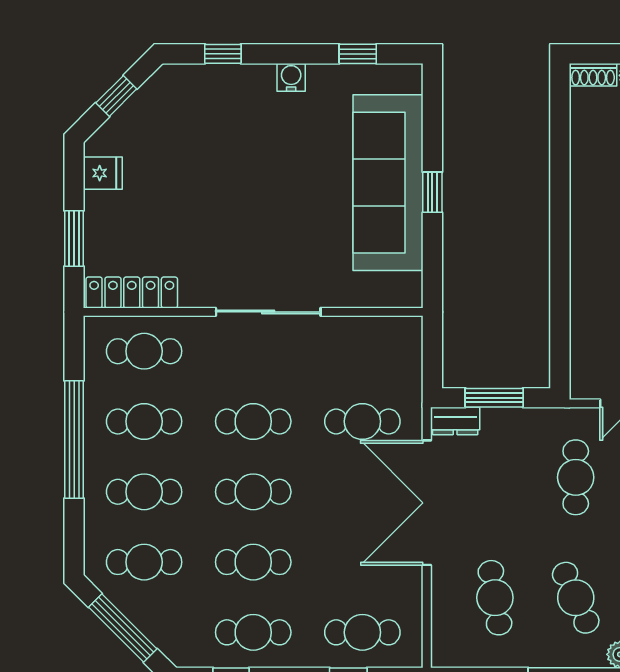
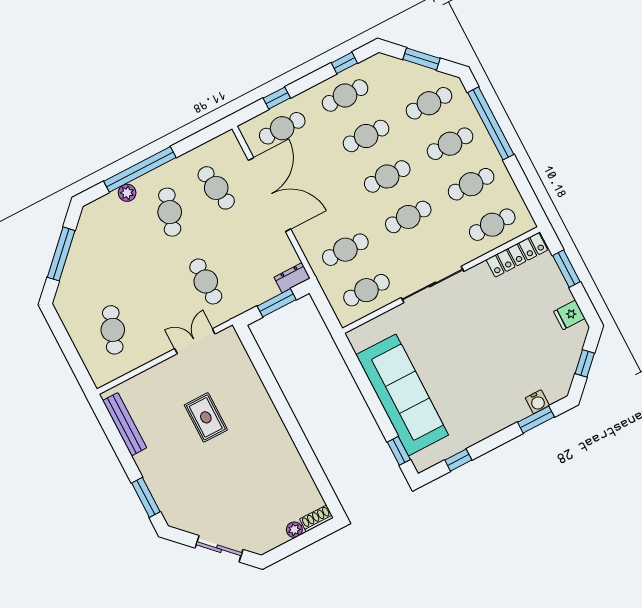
window: (223, 54) -> (536, 420), width x1.50
water cooler: (291, 77) -> (537, 402), moved
window: (432, 192) -> (399, 451), moved
cafe table: (362, 351) -> (366, 290), added
window: (74, 440) -> (491, 123), moved
double door: (427, 503) -> (270, 195), moved
cafe table: (576, 598) -> (170, 212), turned 42
window: (123, 628) -> (421, 59), width x0.69

